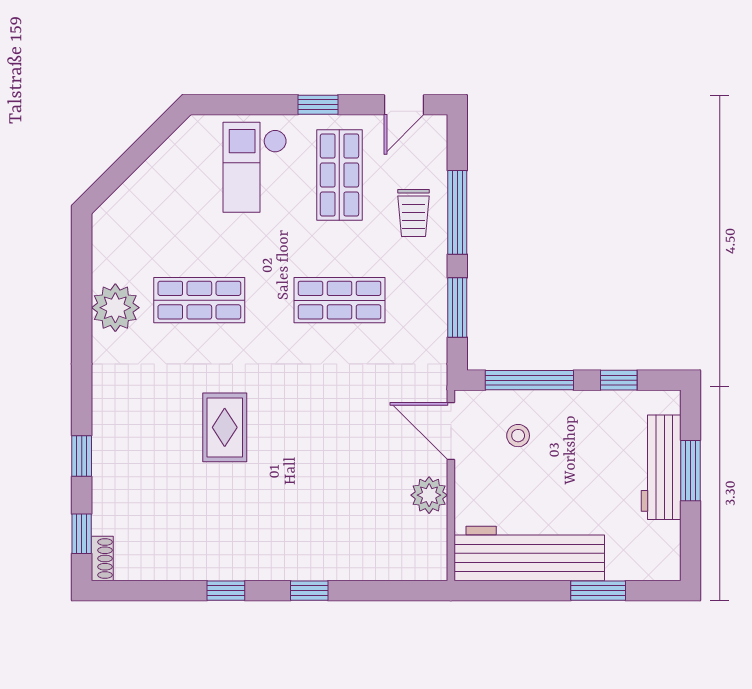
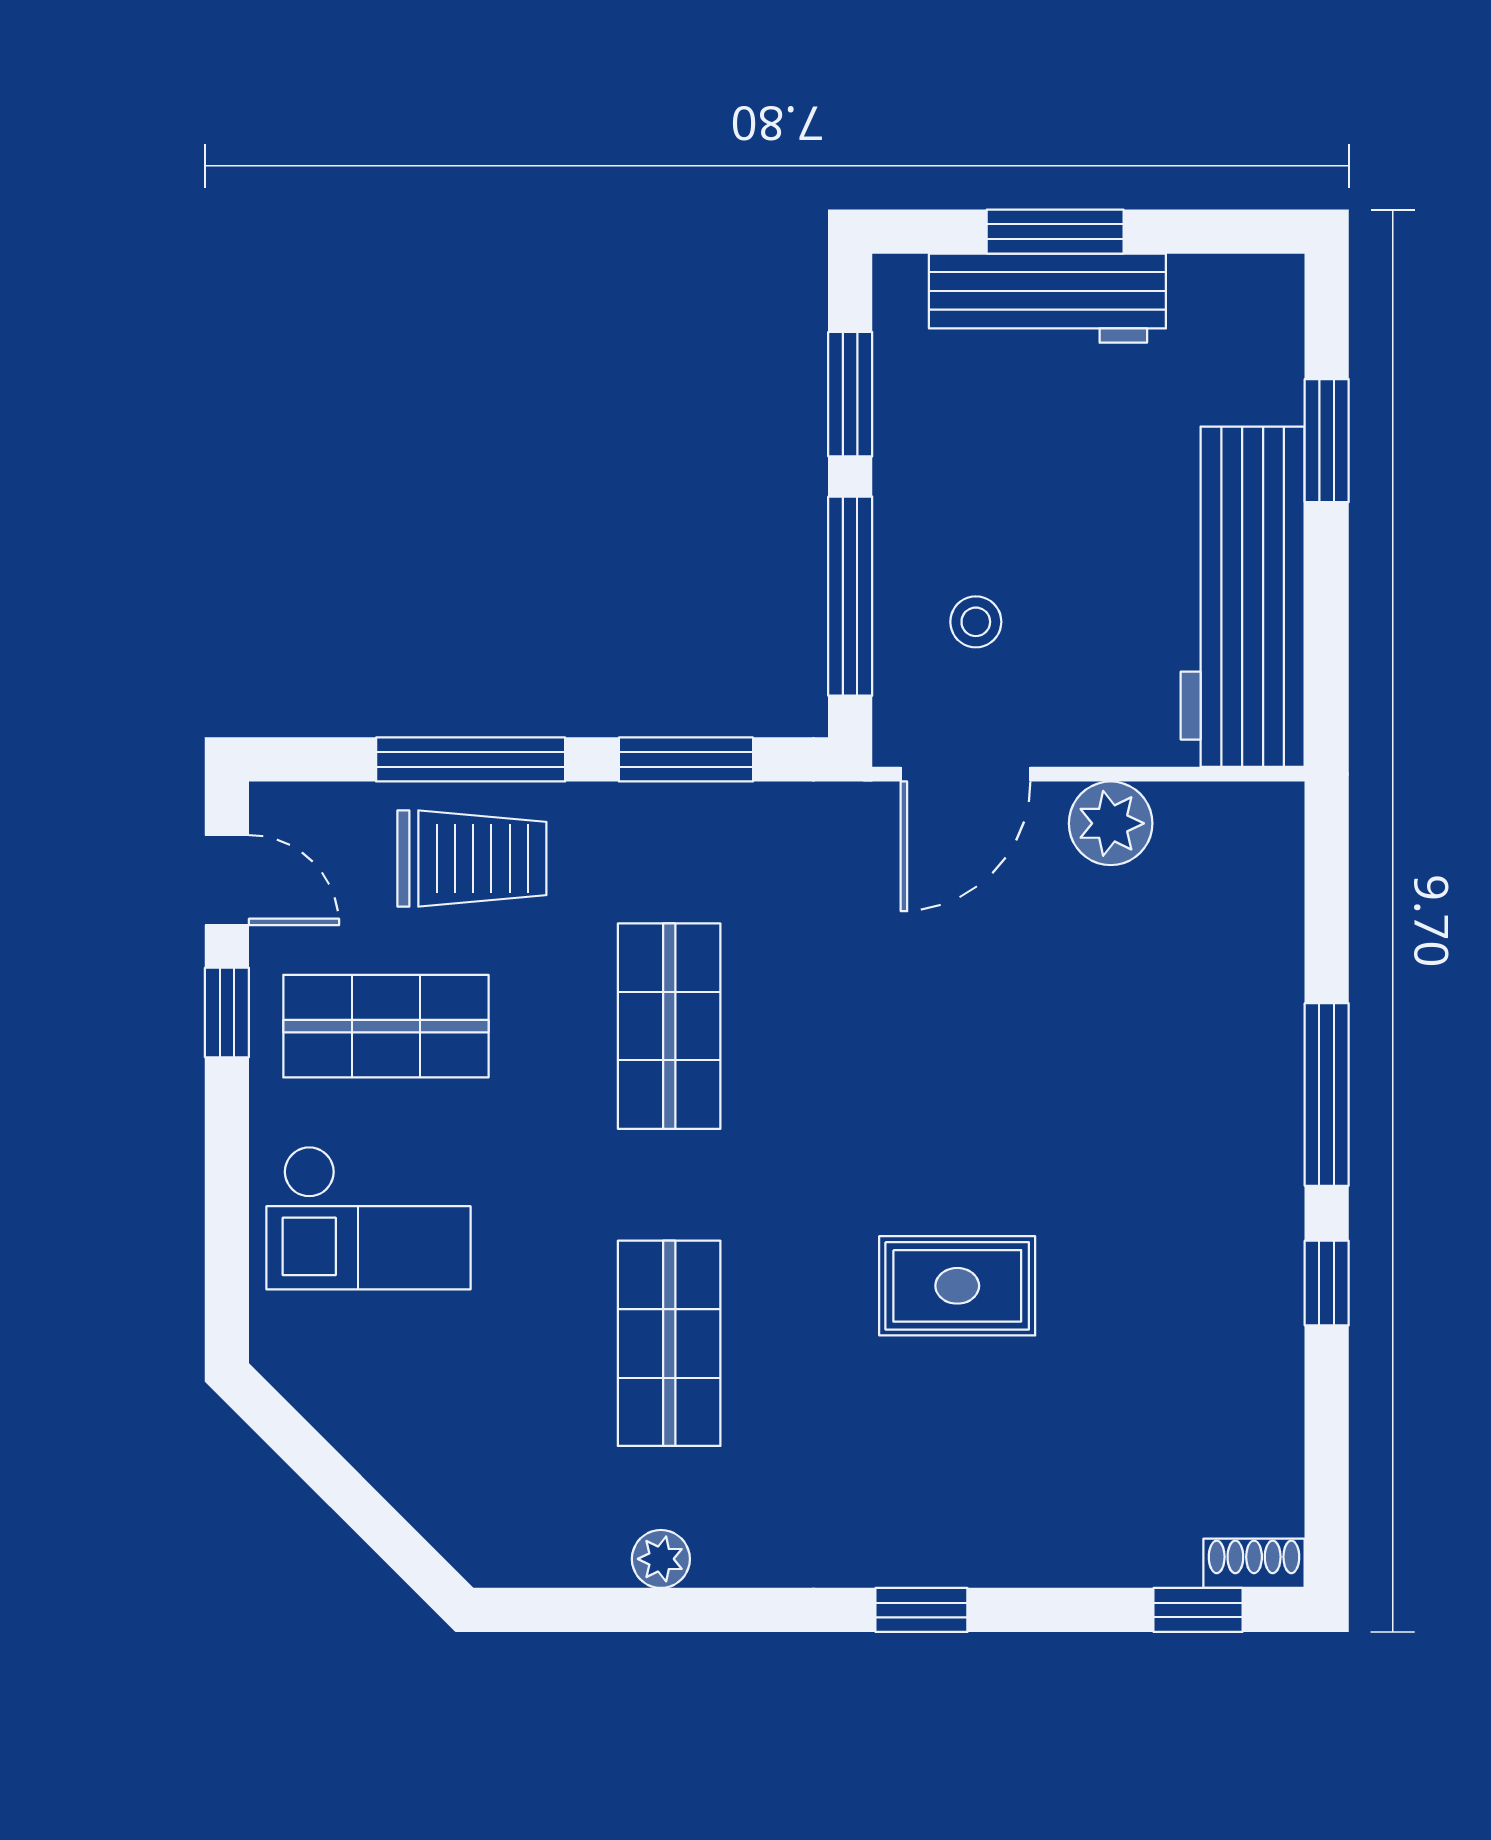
window: (318, 105) -> (227, 1013), moved
trolley: (414, 213) -> (472, 859), width x1.36, depth x1.39
plant: (115, 308) -> (661, 1559), width x0.53, depth x0.53
window: (619, 380) -> (850, 394), width x1.50
window: (82, 456) -> (921, 1610), moved
window: (309, 591) -> (1327, 1095), width x2.17

